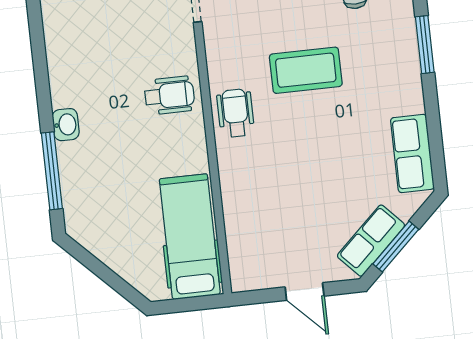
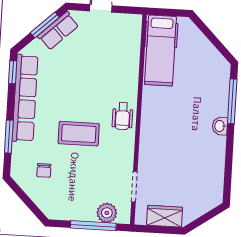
wheelchair: (170, 95) -> (158, 133), removed
row of seats: (412, 153) -> (25, 98), width x2.02
window: (437, 156) -> (13, 72), added

